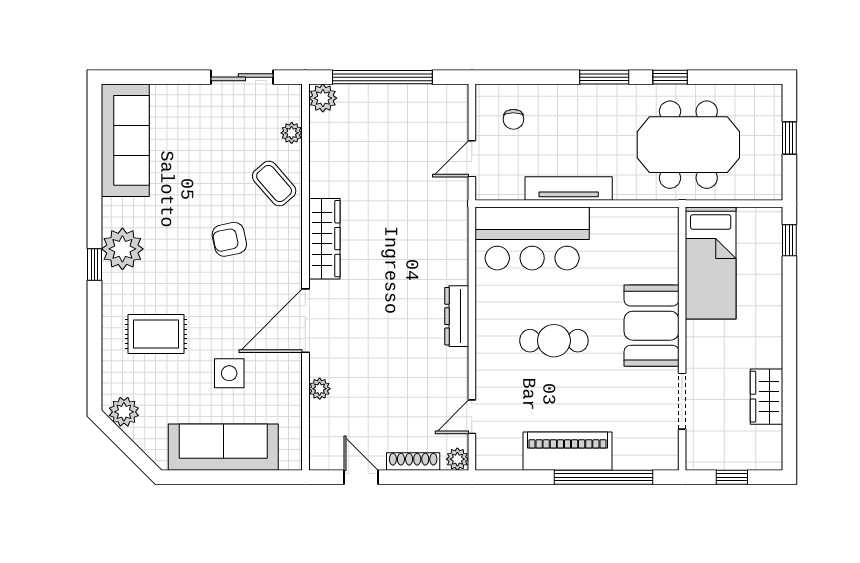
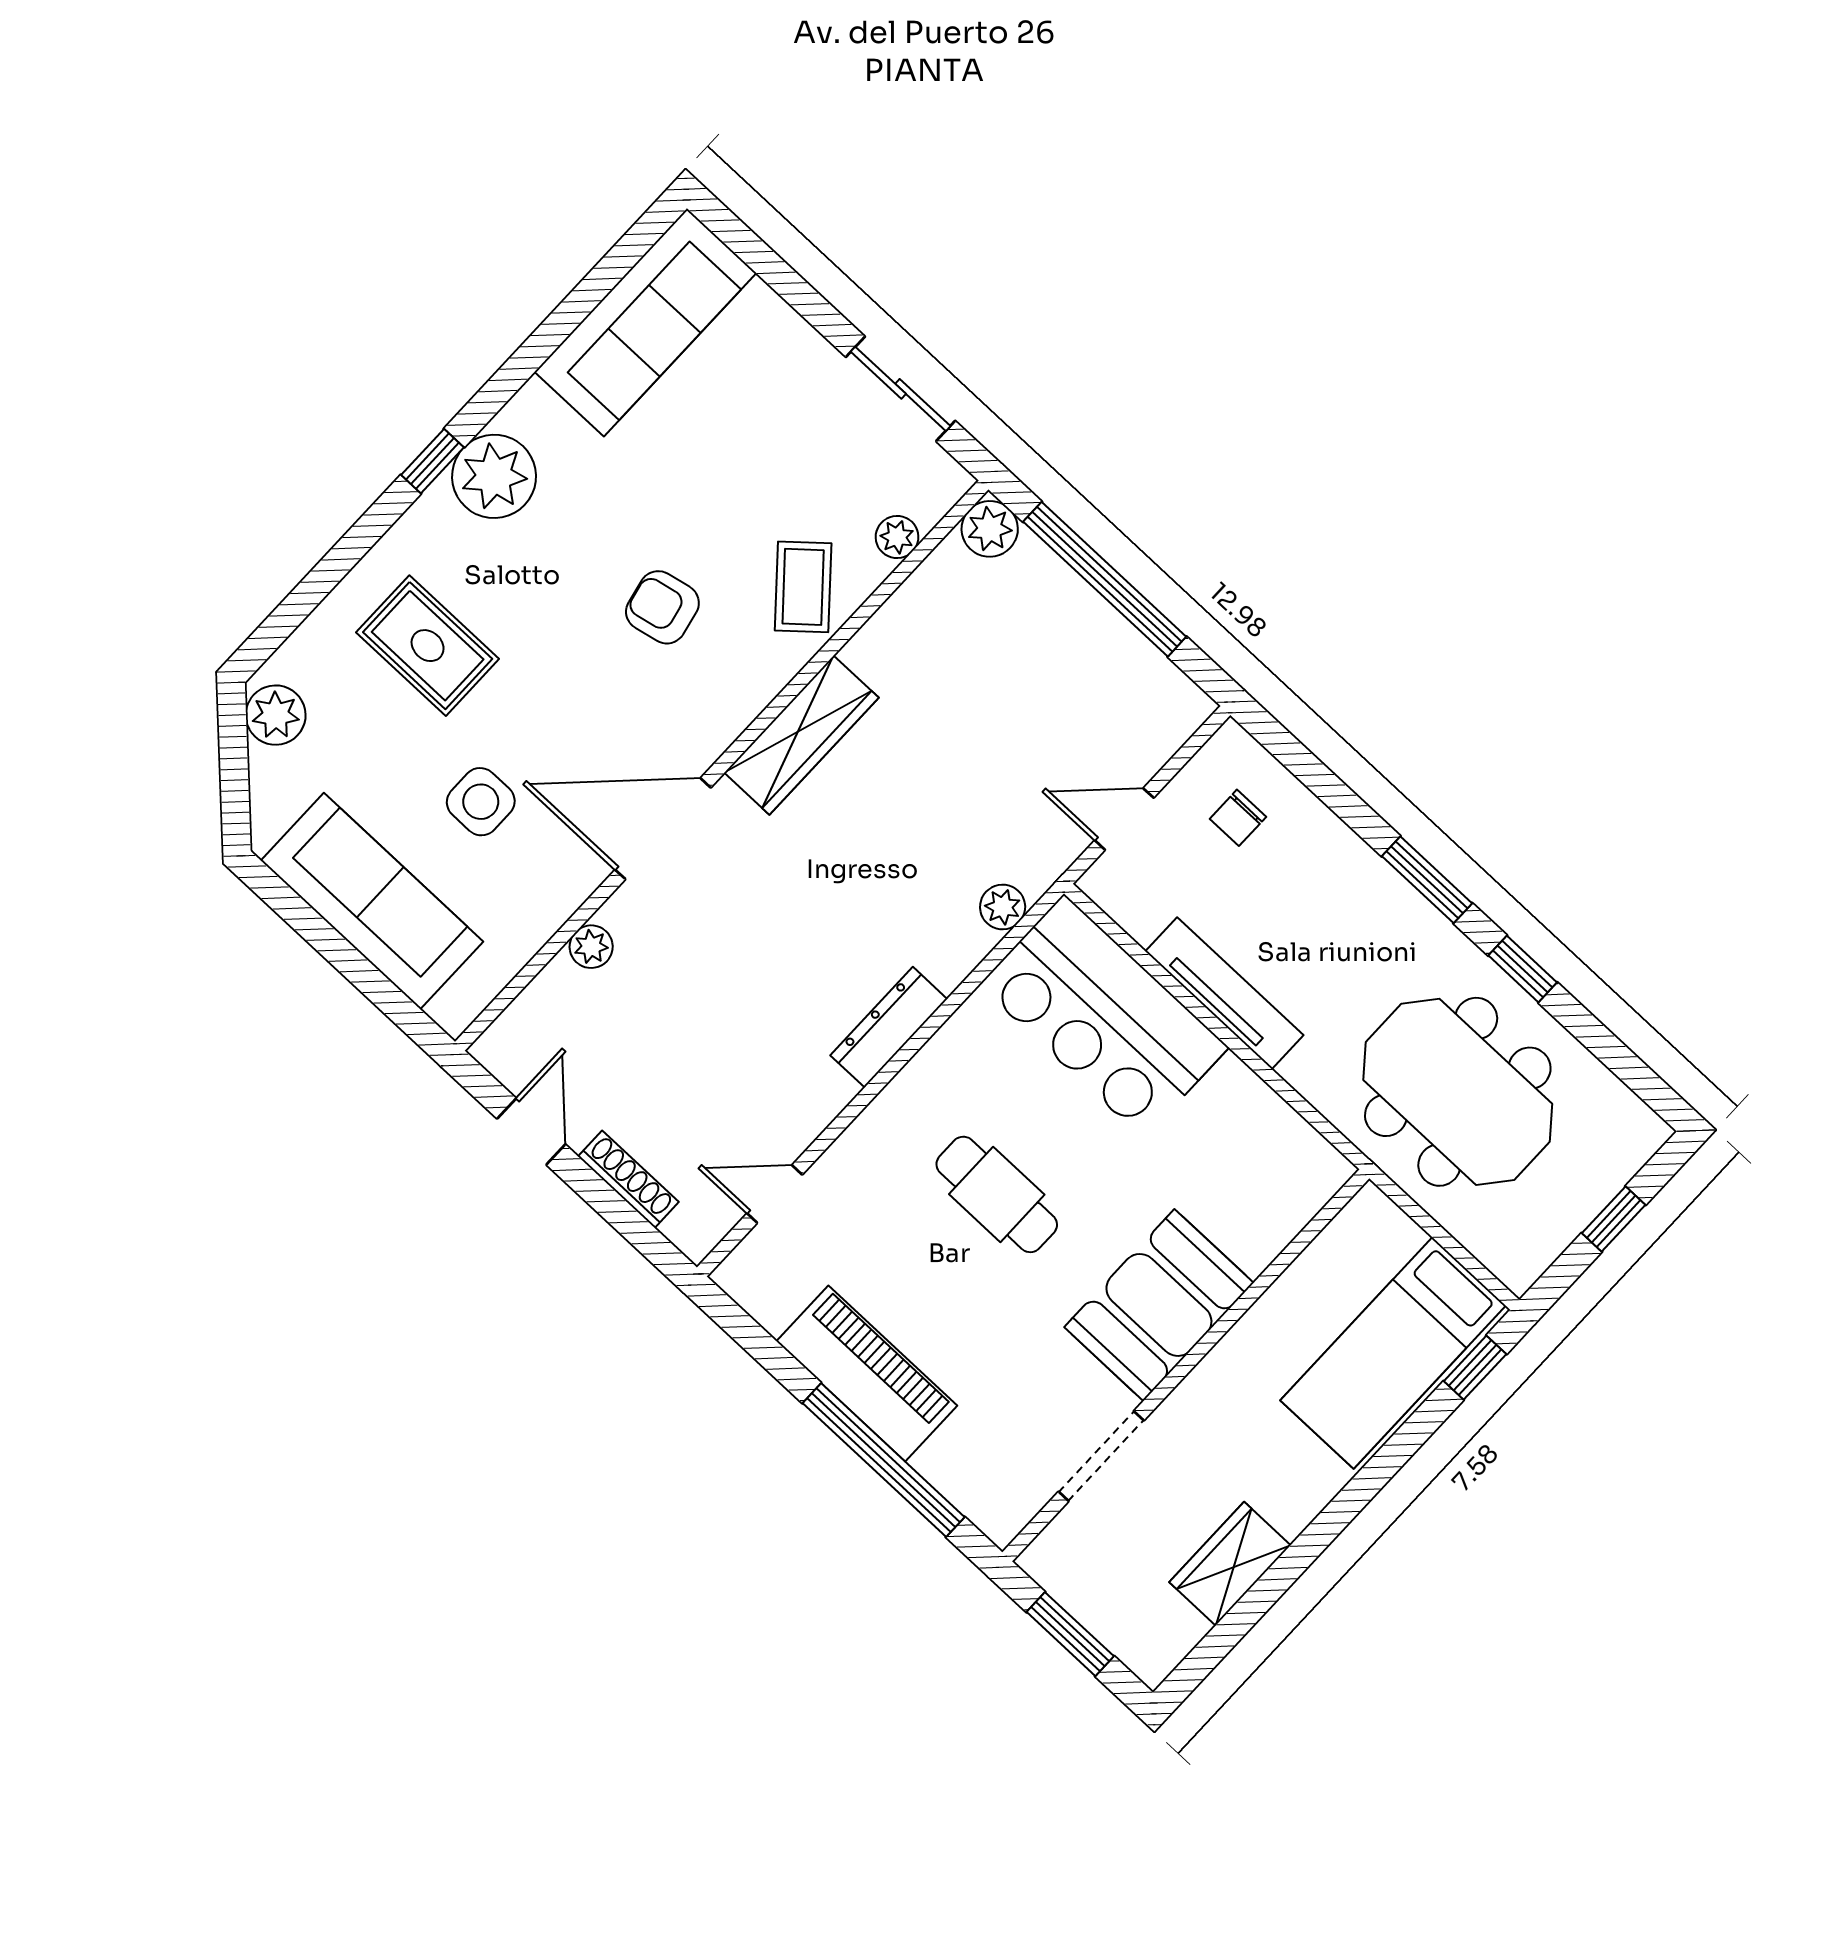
bed: (711, 263) -> (1393, 1353), moved
plant: (457, 459) -> (1003, 907), moved
window: (732, 477) -> (1070, 1634), width x1.50

